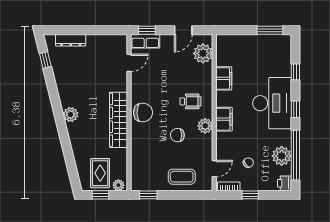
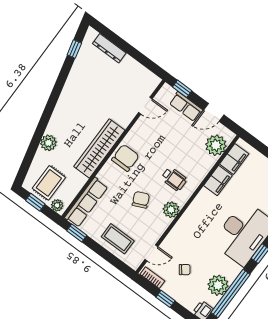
row of seats: (145, 41) -> (186, 107), moved
chair: (143, 113) -> (125, 158), turned -90
plant: (71, 114) -> (48, 143), moved
filing cabinet: (224, 119) -> (234, 159), moved
chair: (177, 135) -> (141, 200), turned 66
row of seats: (138, 167) -> (86, 202), added

